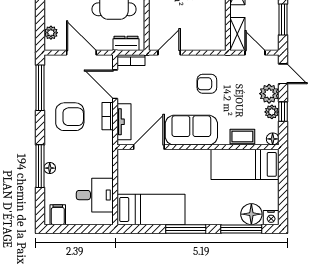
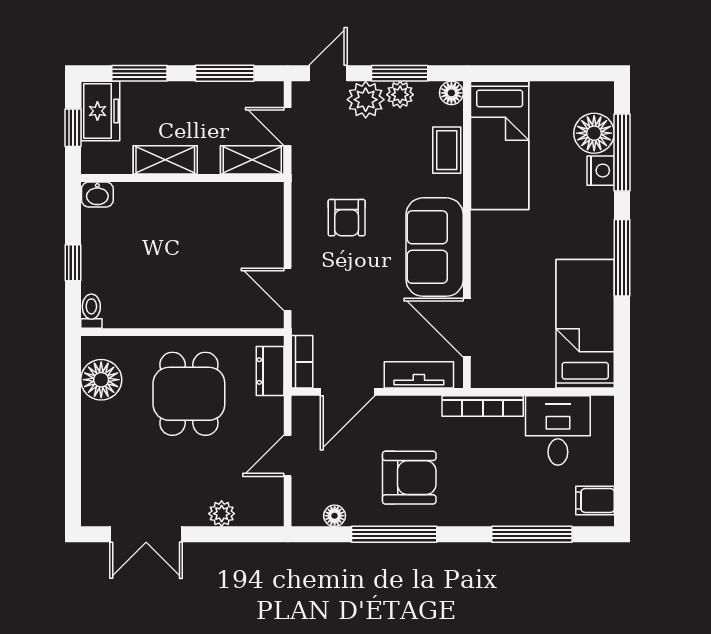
plant: (51, 33) -> (222, 514), moved
door: (81, 53) -> (288, 456), width x0.73
door: (255, 53) -> (288, 126), hinge flipped
window: (40, 88) -> (394, 534), moved
window: (283, 112) -> (400, 73), width x1.50
bookcase: (108, 116) -> (483, 406), moved, width x1.56
armchair: (70, 117) -> (409, 478), turned 90
window: (40, 166) -> (532, 534), moved
floor lamp: (50, 168) -> (335, 516), moved
nightstand: (271, 218) -> (601, 171), moved

